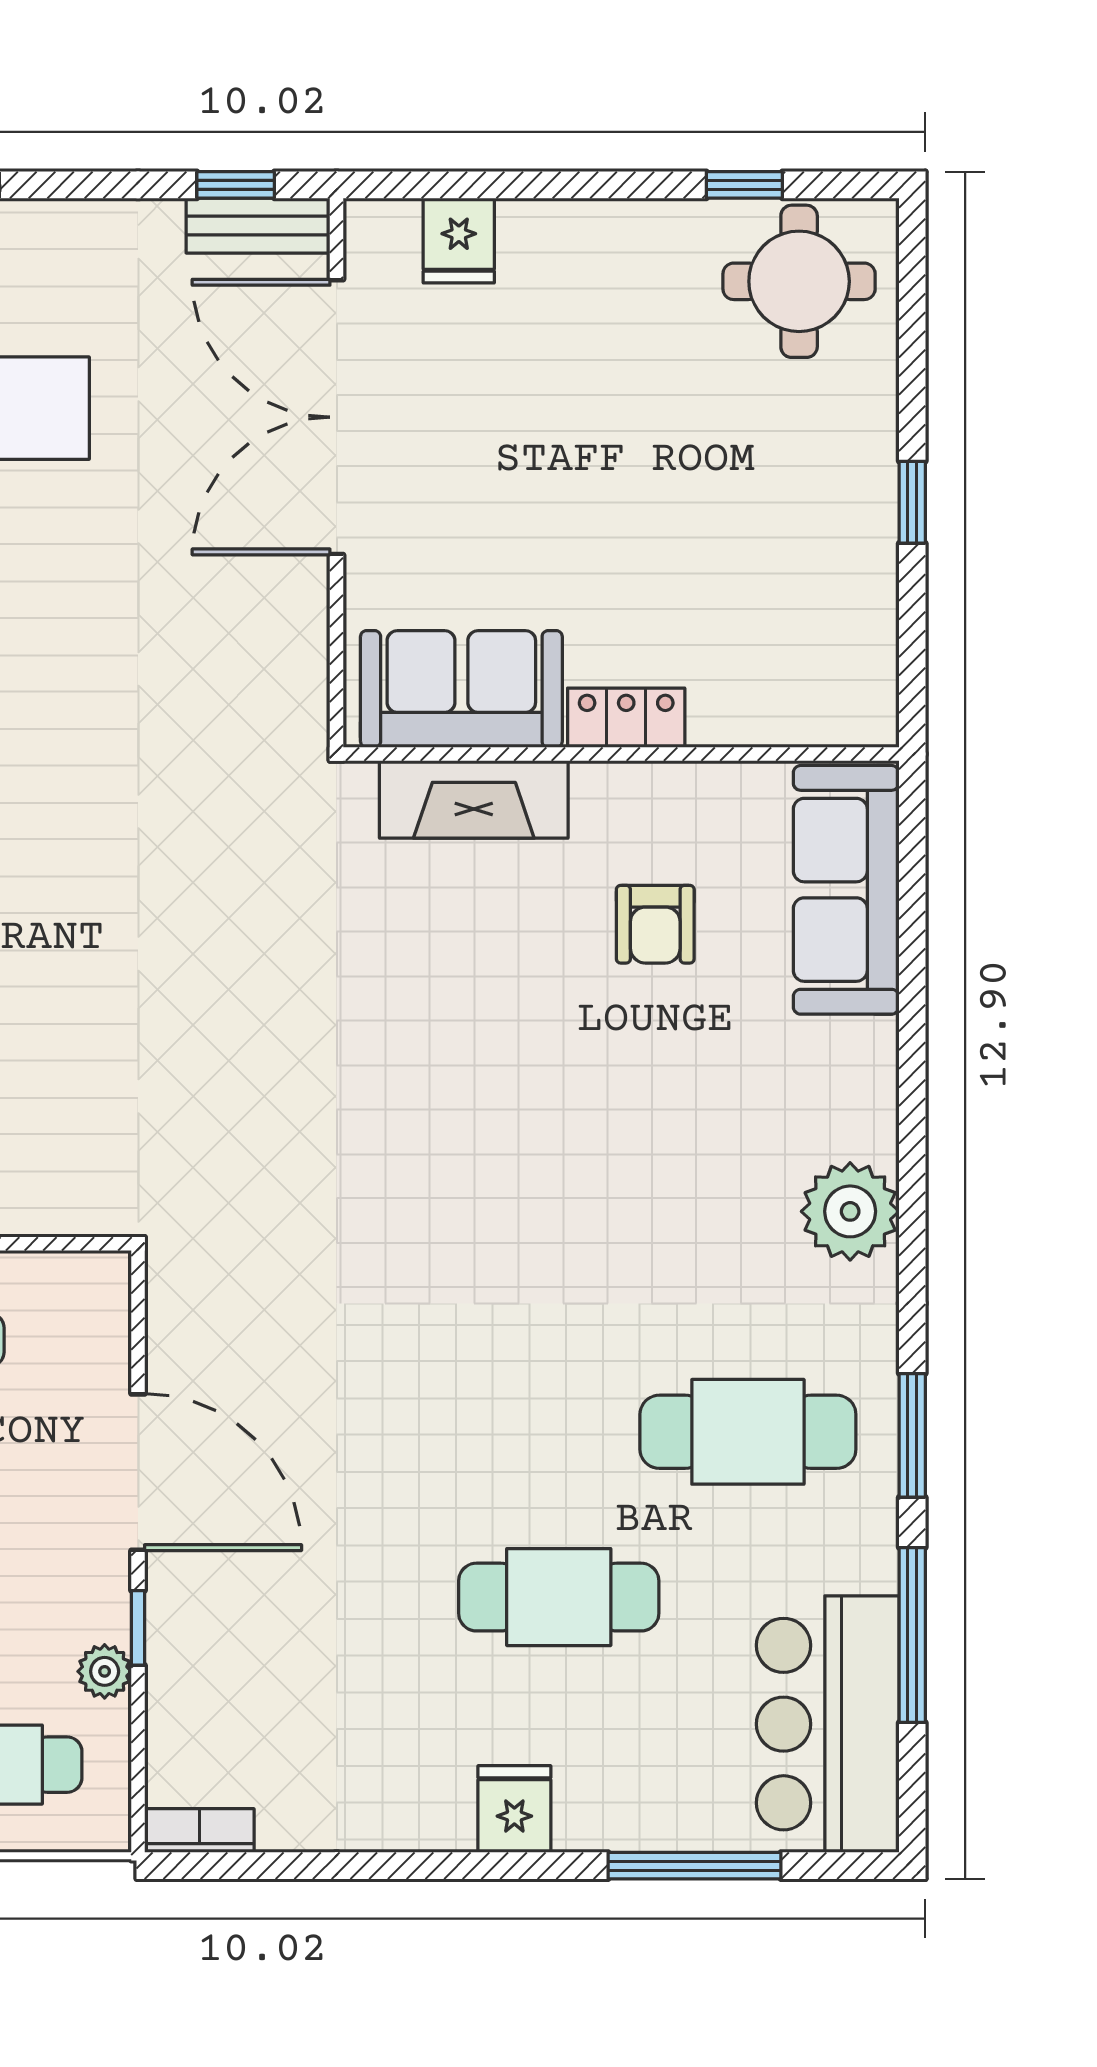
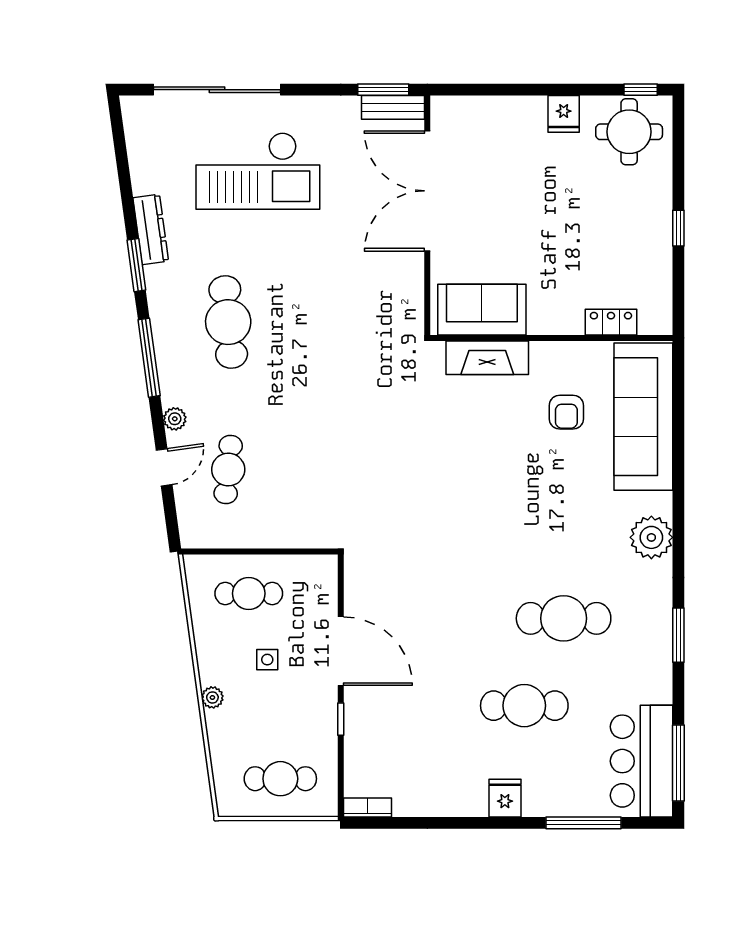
window: (236, 185) -> (383, 90), width x1.50
window: (744, 185) -> (641, 90), moved
fridge: (459, 241) -> (564, 114), moved
locker: (626, 718) -> (611, 322), moved
sofa: (846, 890) -> (643, 417), width x1.36, depth x1.27
cafe table: (748, 1432) -> (564, 618), moved
window: (912, 1635) -> (678, 763), moved
plant: (105, 1671) -> (326, 738), removed

